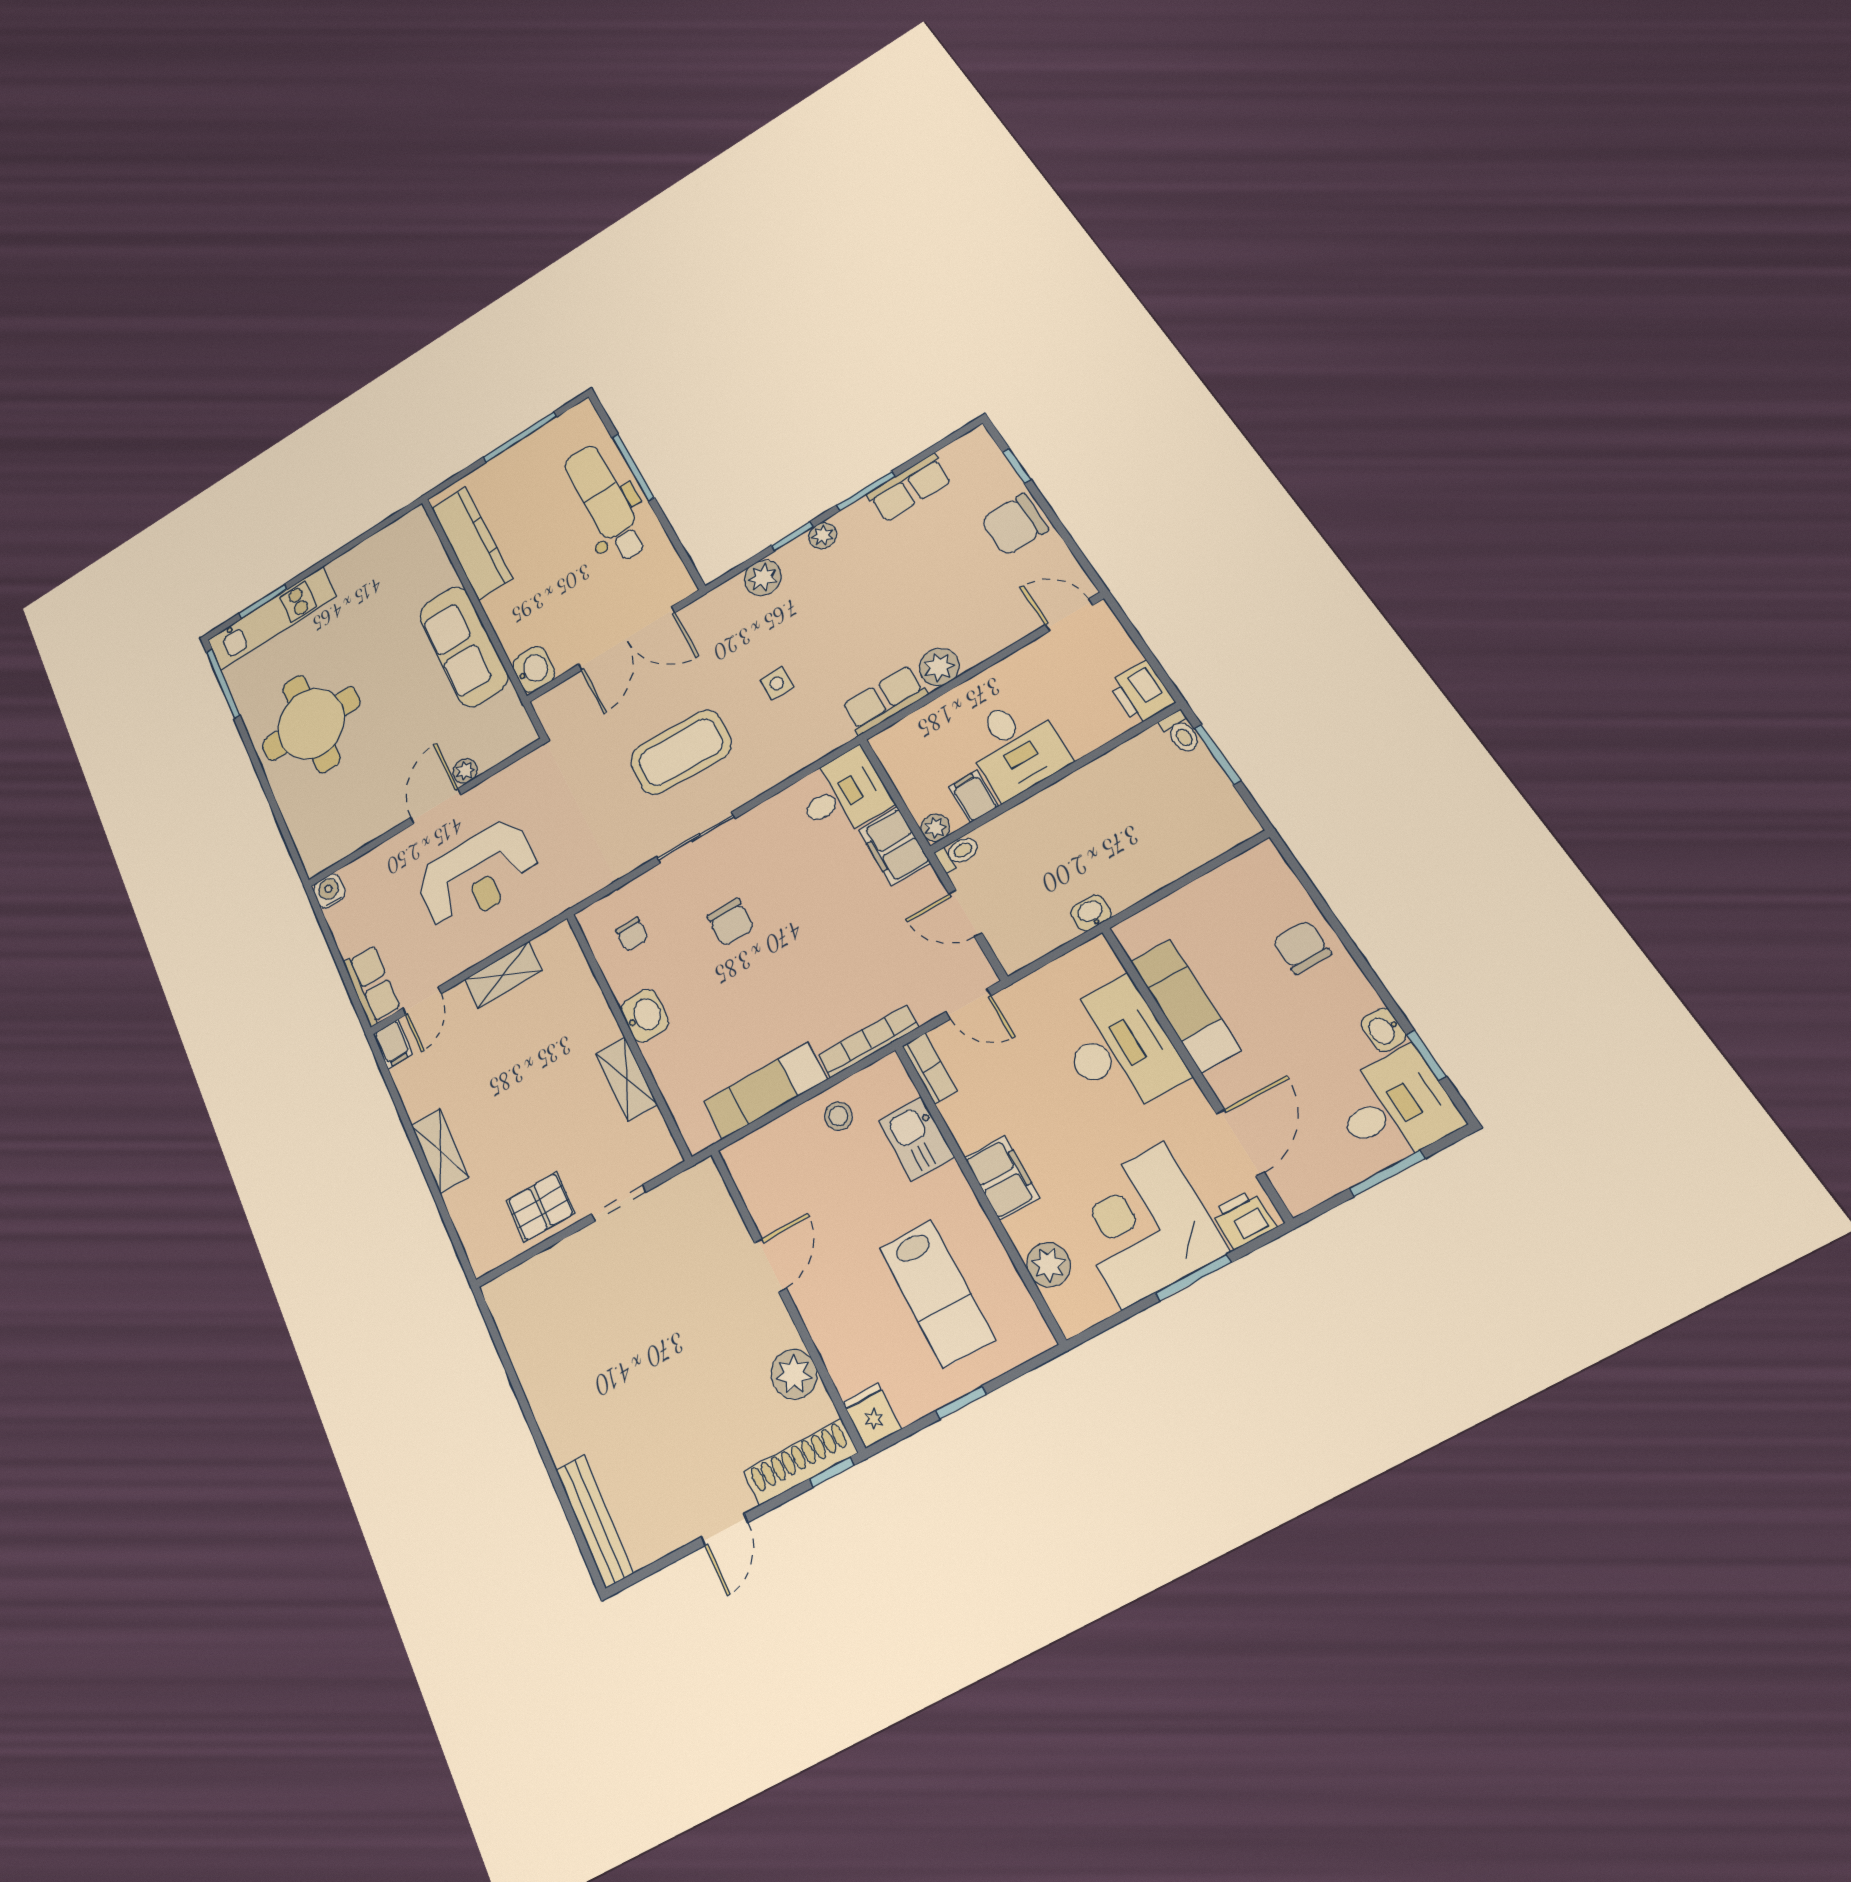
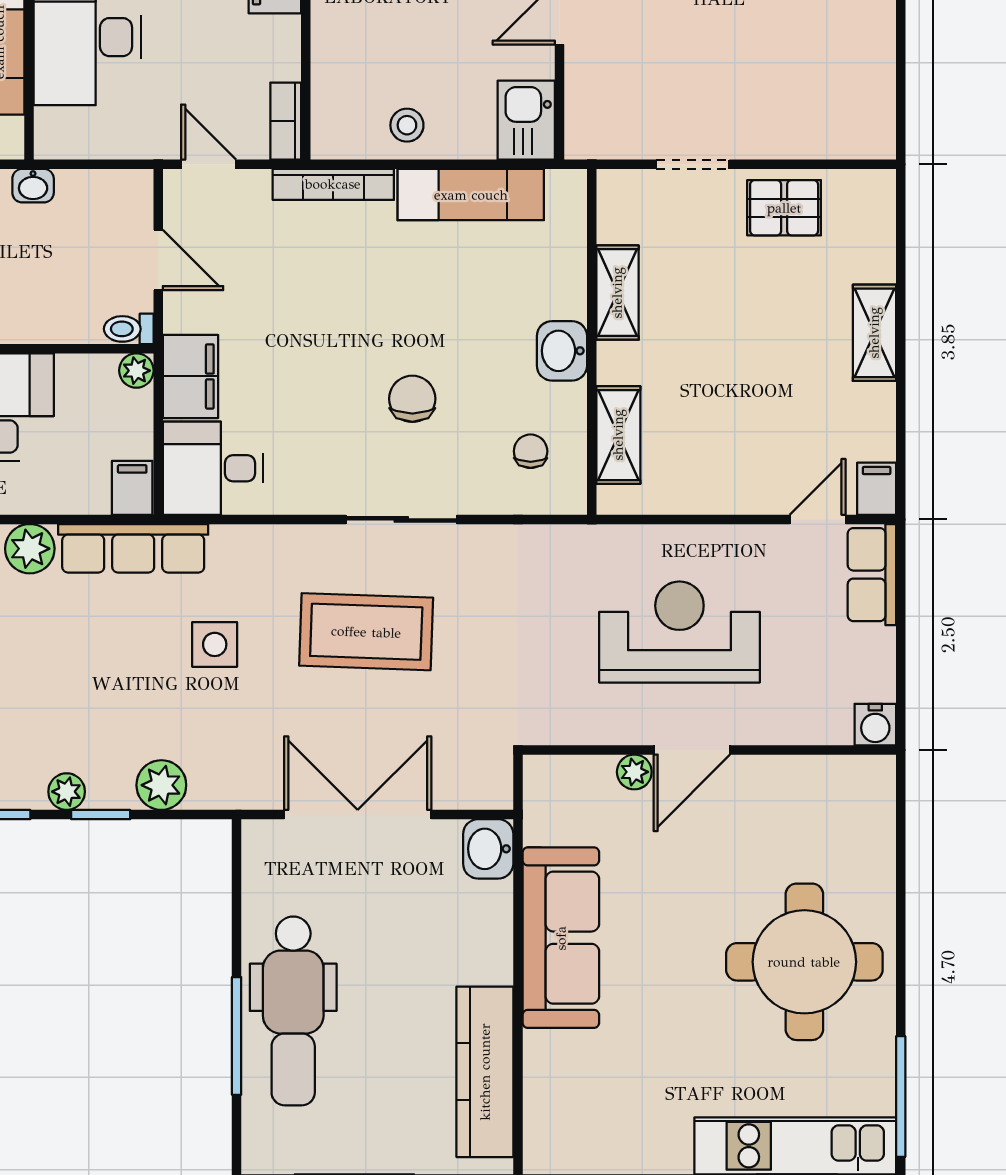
side table: (777, 683) -> (215, 644), width x1.37, depth x1.37
row of seats: (884, 700) -> (133, 548), width x1.48
filing cabinet: (973, 796) -> (132, 488), moved, turned 180
shelving: (503, 975) -> (618, 435), moved, turned 90
kitchen sink: (916, 1139) -> (526, 120), moved, turned 180

